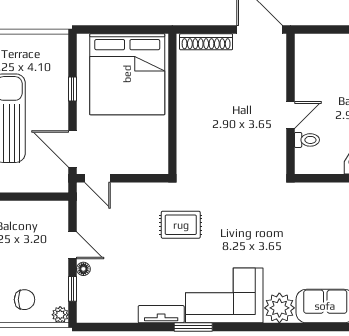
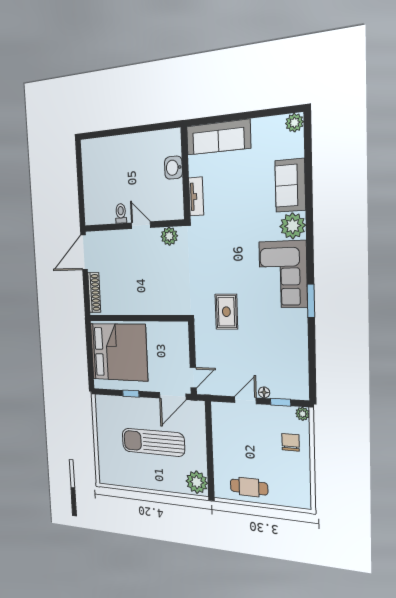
toilet: (307, 140) -> (121, 213), moved
plant: (275, 153) -> (169, 236), added
tv unit: (161, 314) -> (196, 196), moved, turned 180

